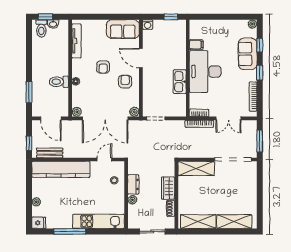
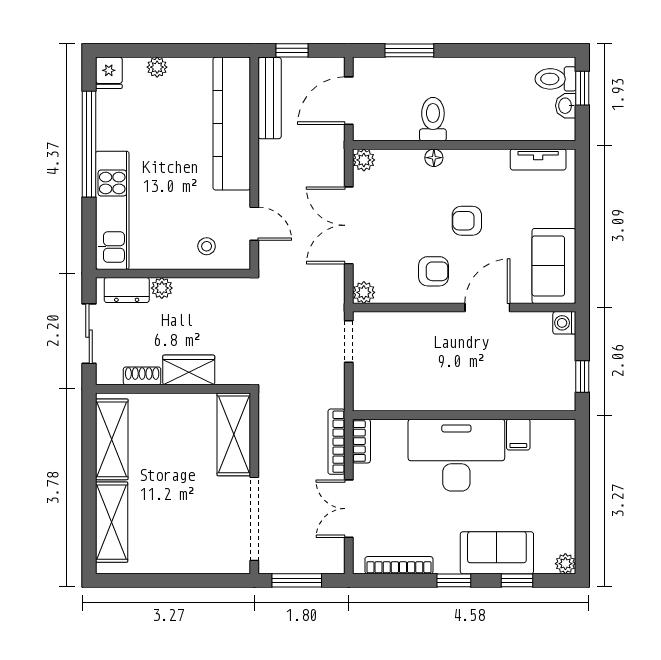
tv unit: (76, 41) -> (538, 159), width x0.71
kitchen sink: (180, 82) -> (433, 397), removed
double door: (105, 118) -> (349, 225), width x0.73
bench: (50, 153) -> (270, 98), width x1.36
dresser: (133, 184) -> (127, 290), moved
window: (70, 231) -> (89, 144), width x1.46

